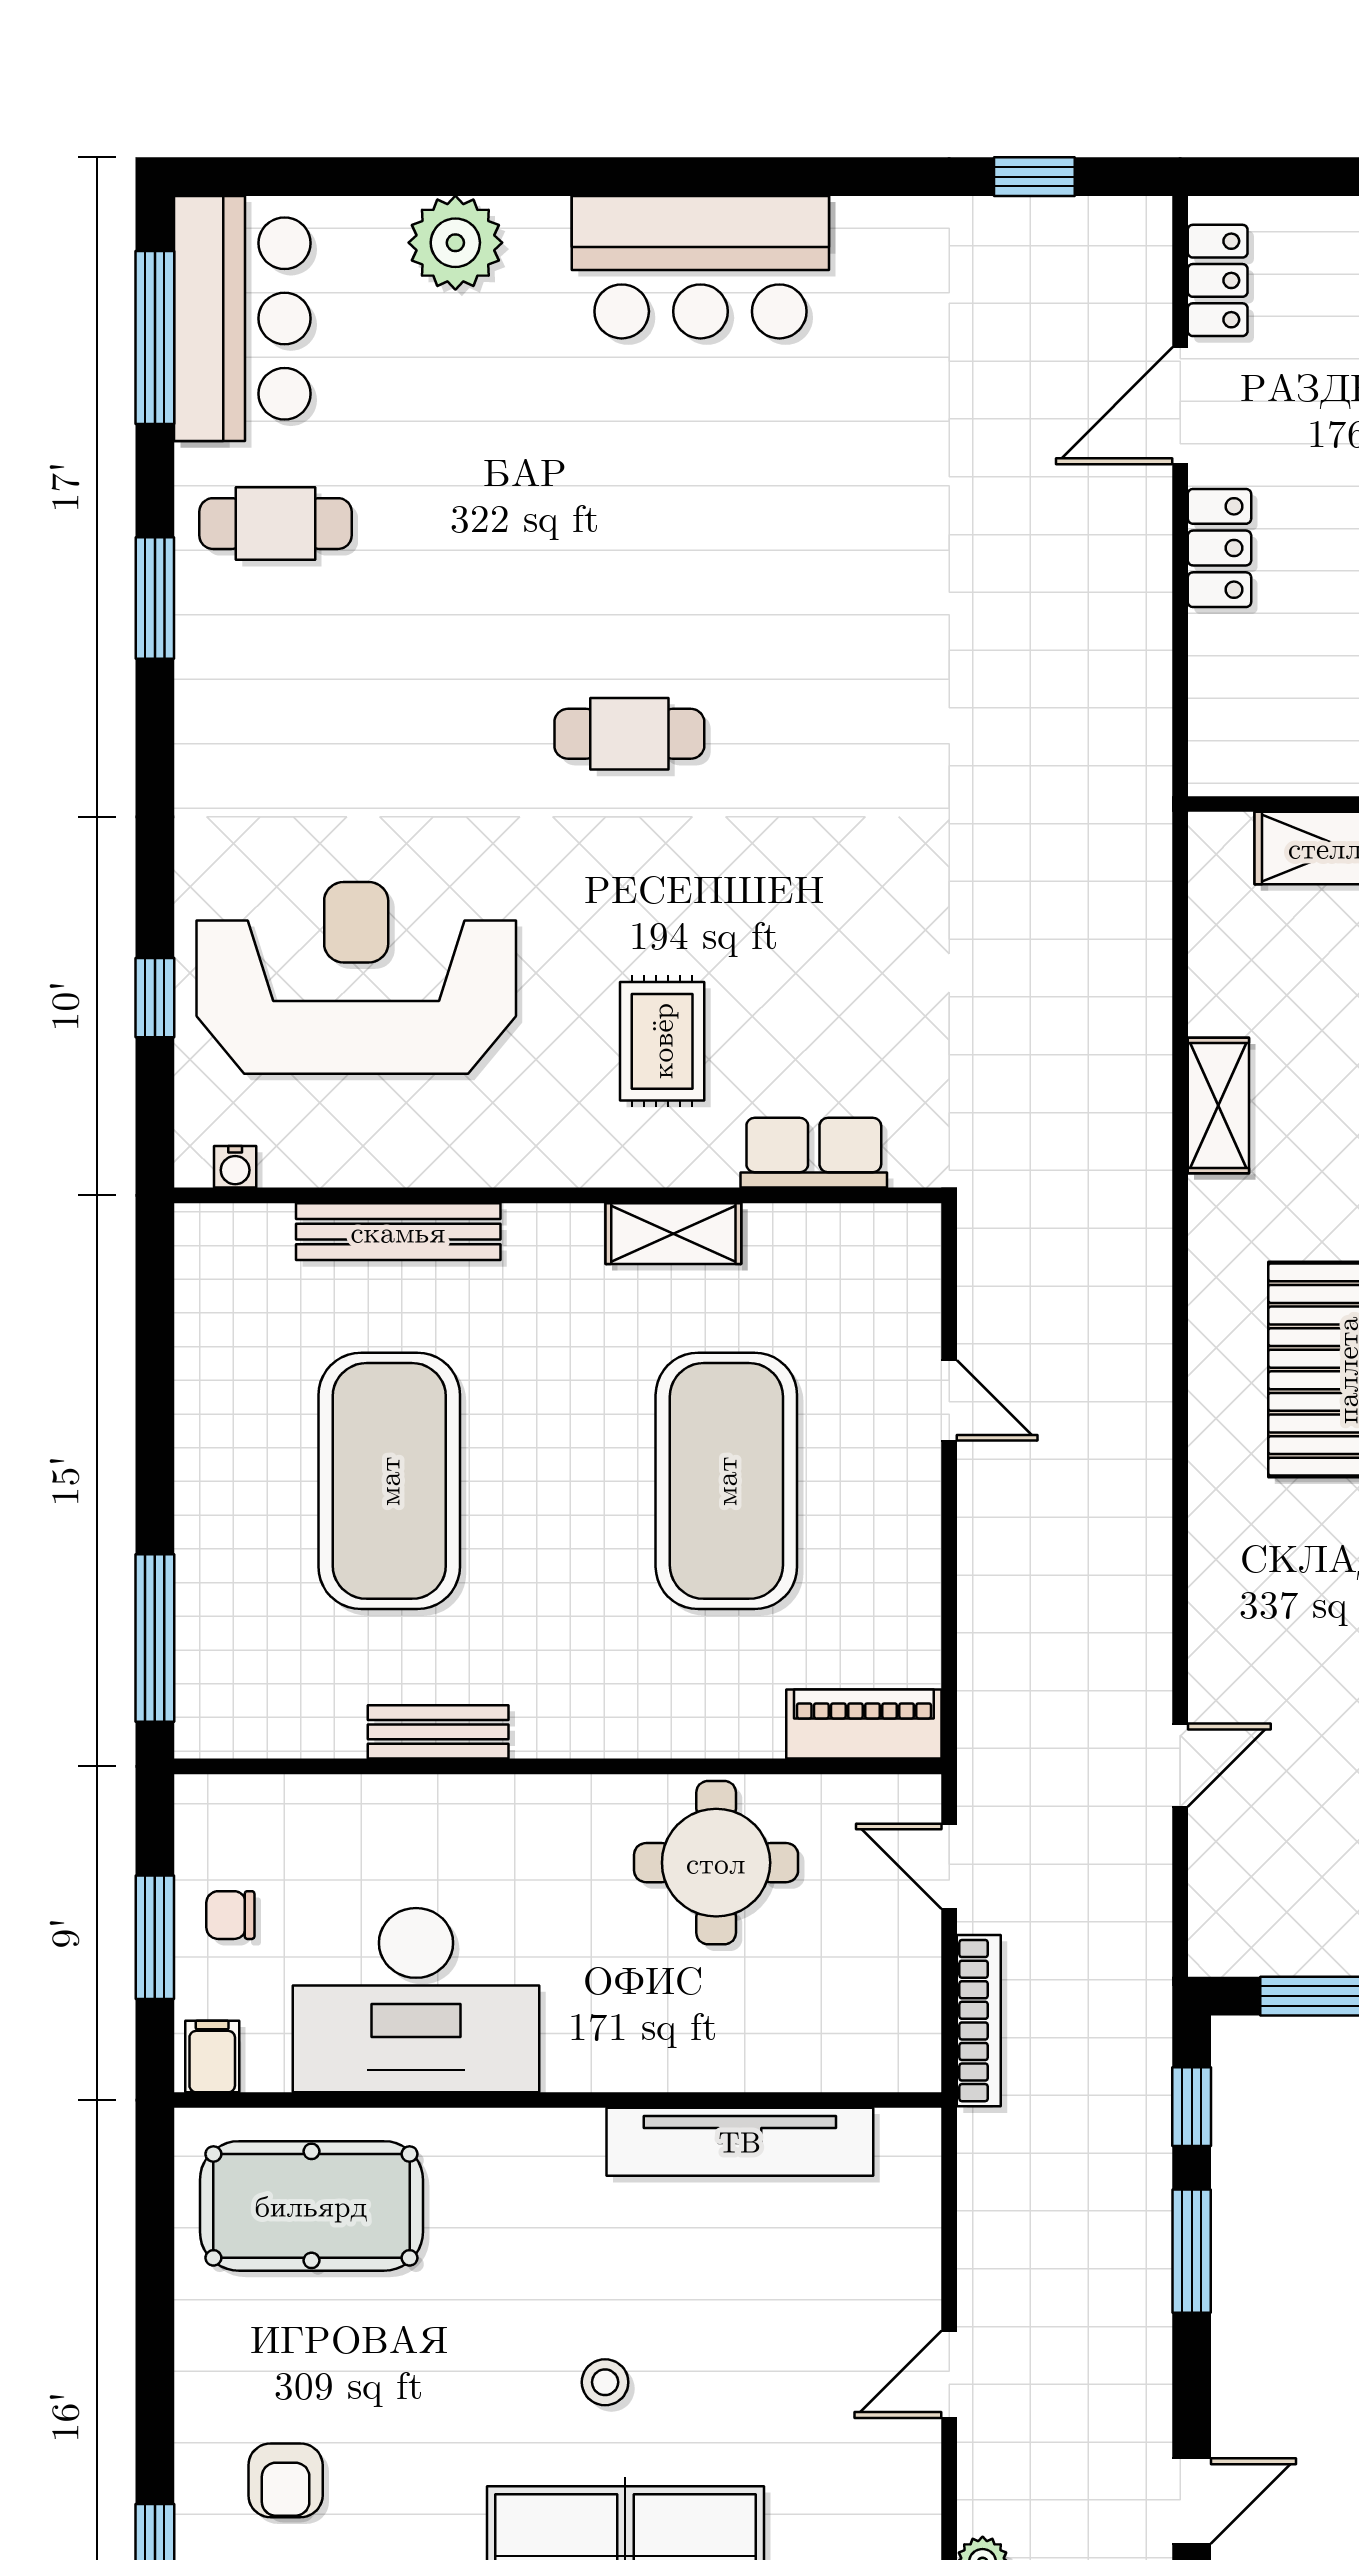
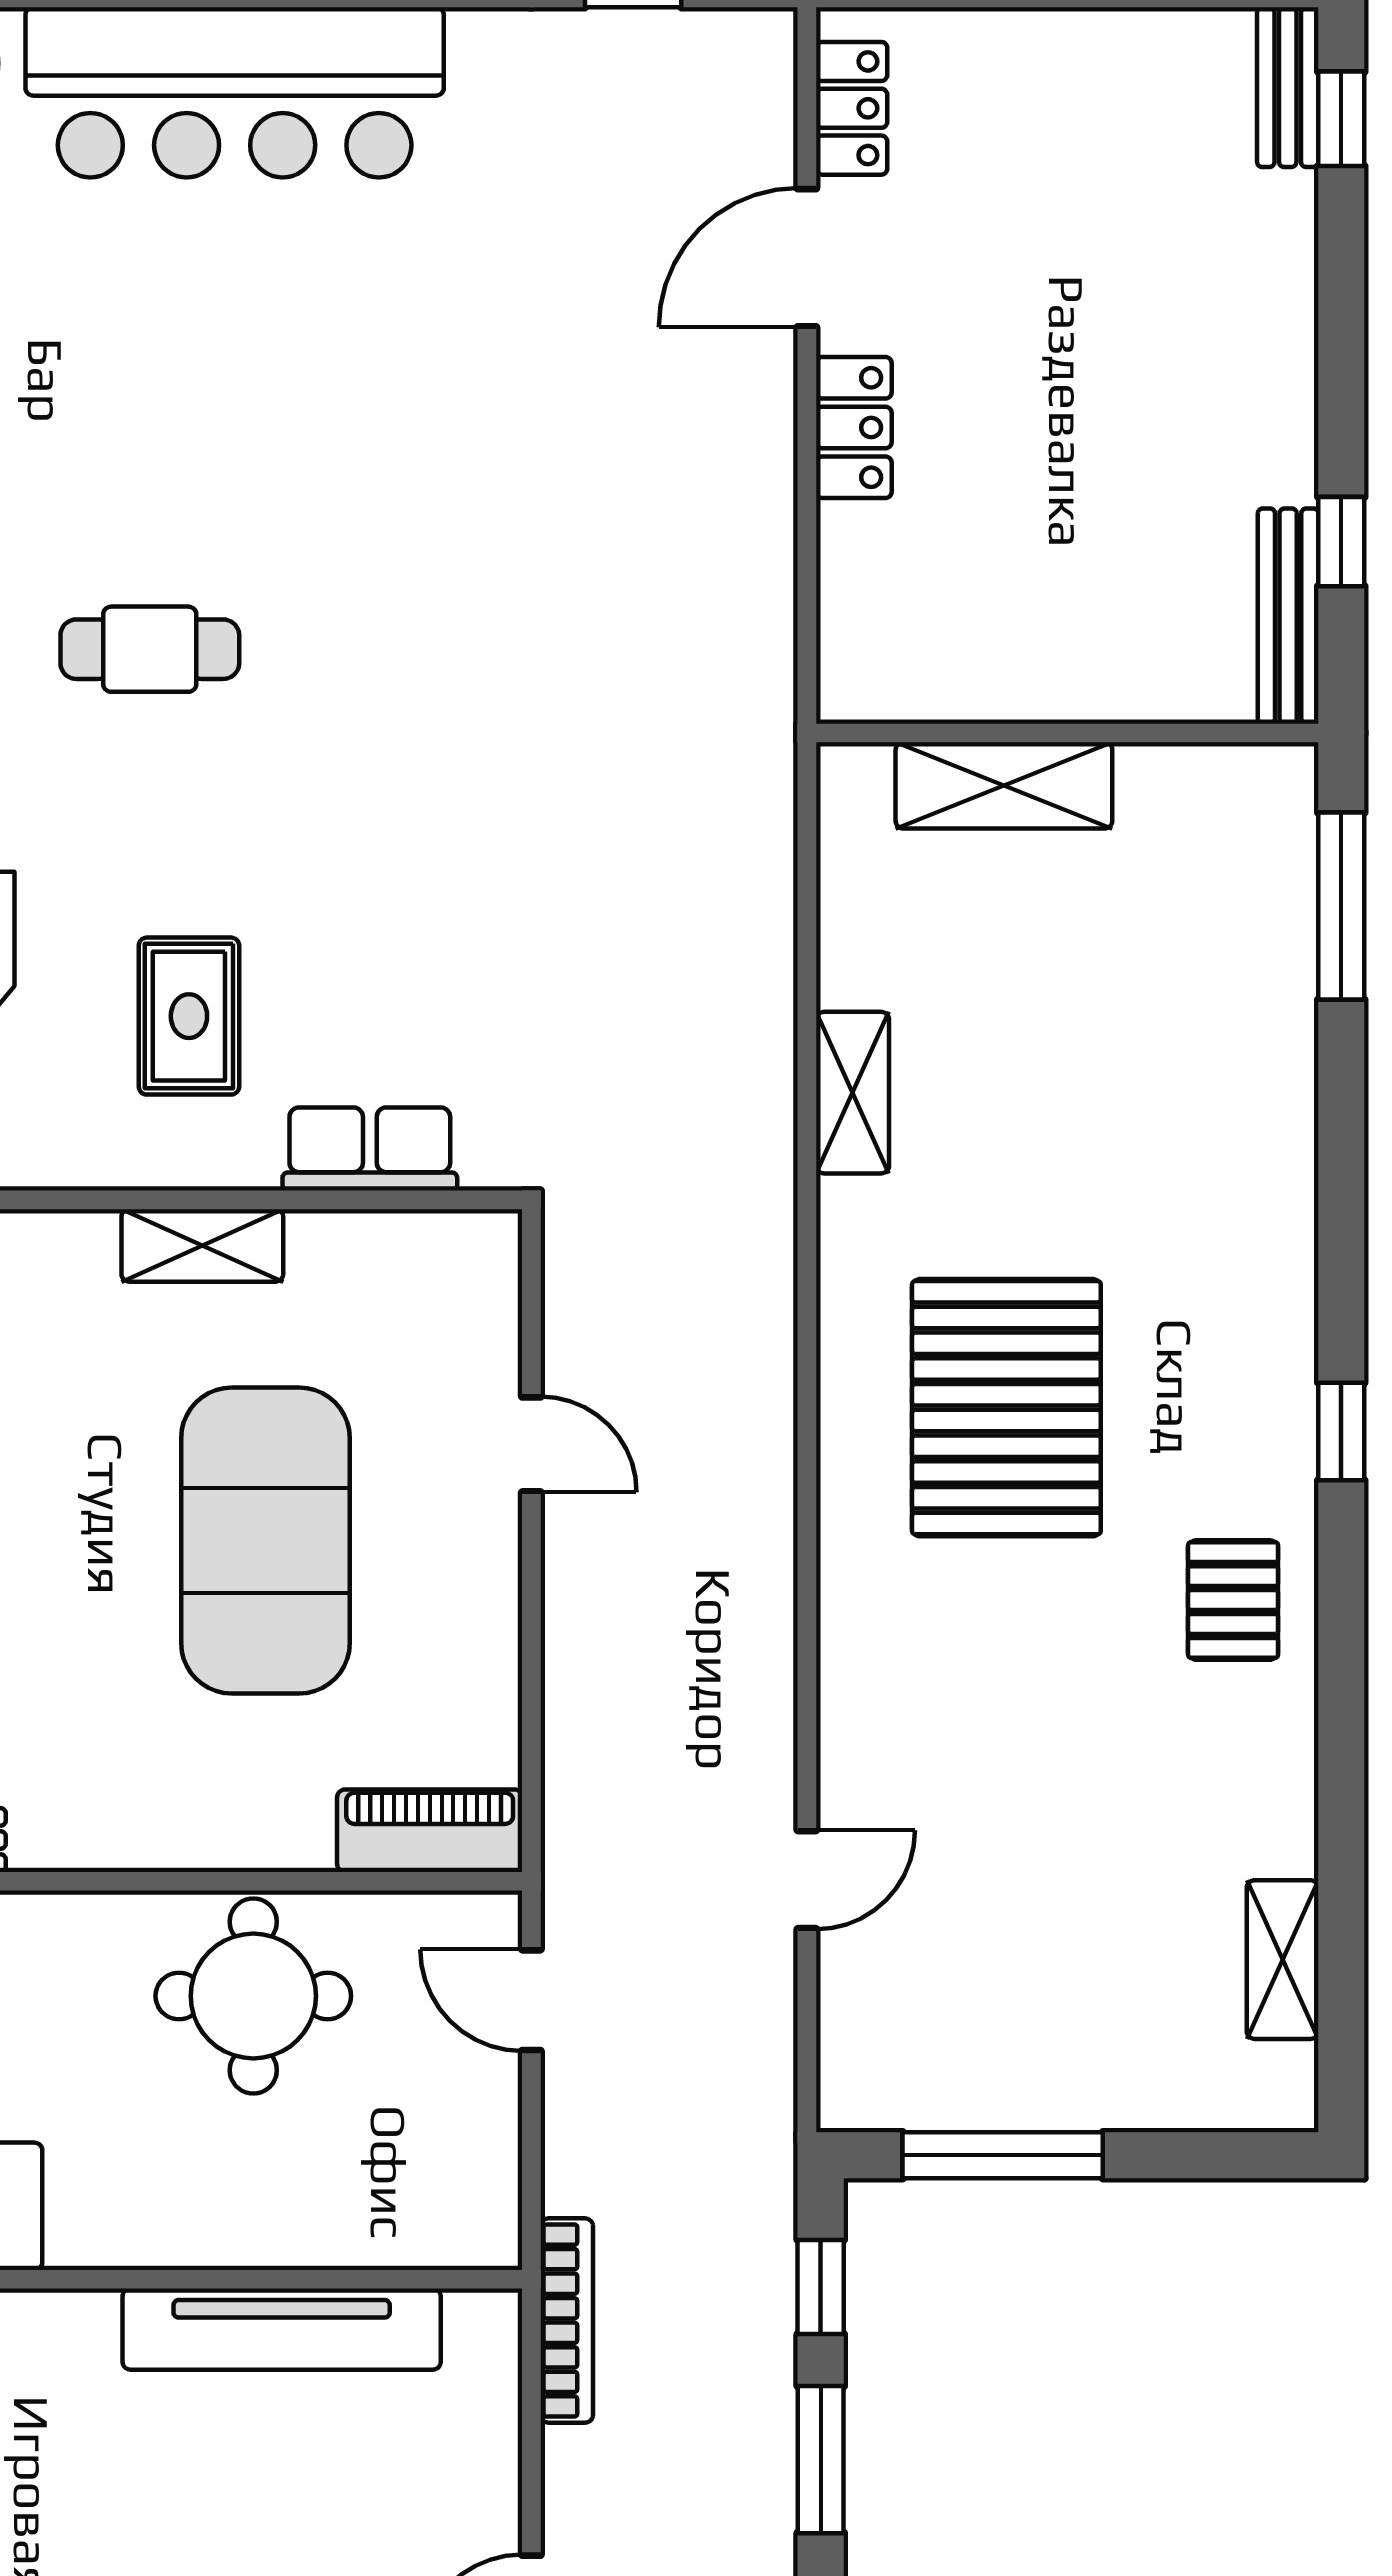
bar counter: (700, 267) -> (235, 92), width x1.36
bookcase: (979, 2021) -> (567, 2321), moved

